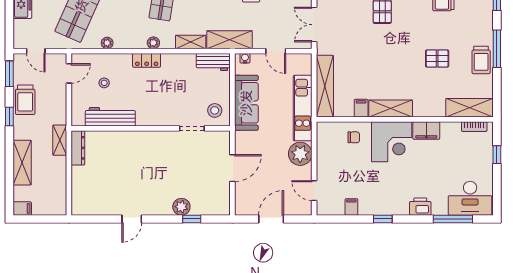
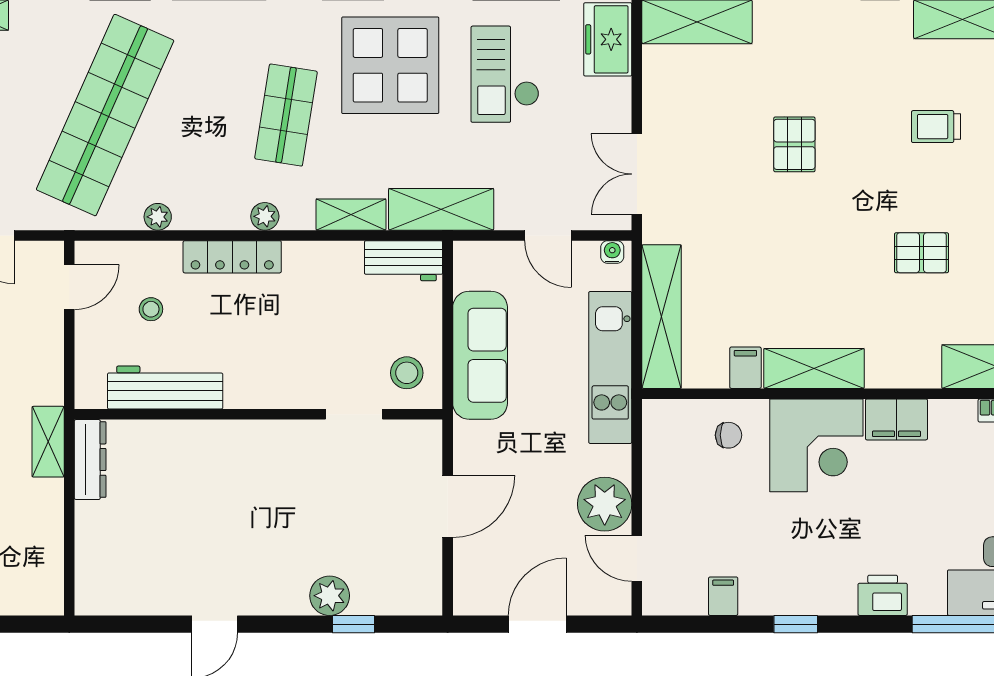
water cooler: (245, 58) -> (612, 252), moved
locker: (147, 60) -> (232, 257), width x1.53
plant: (300, 154) -> (605, 504), moved

